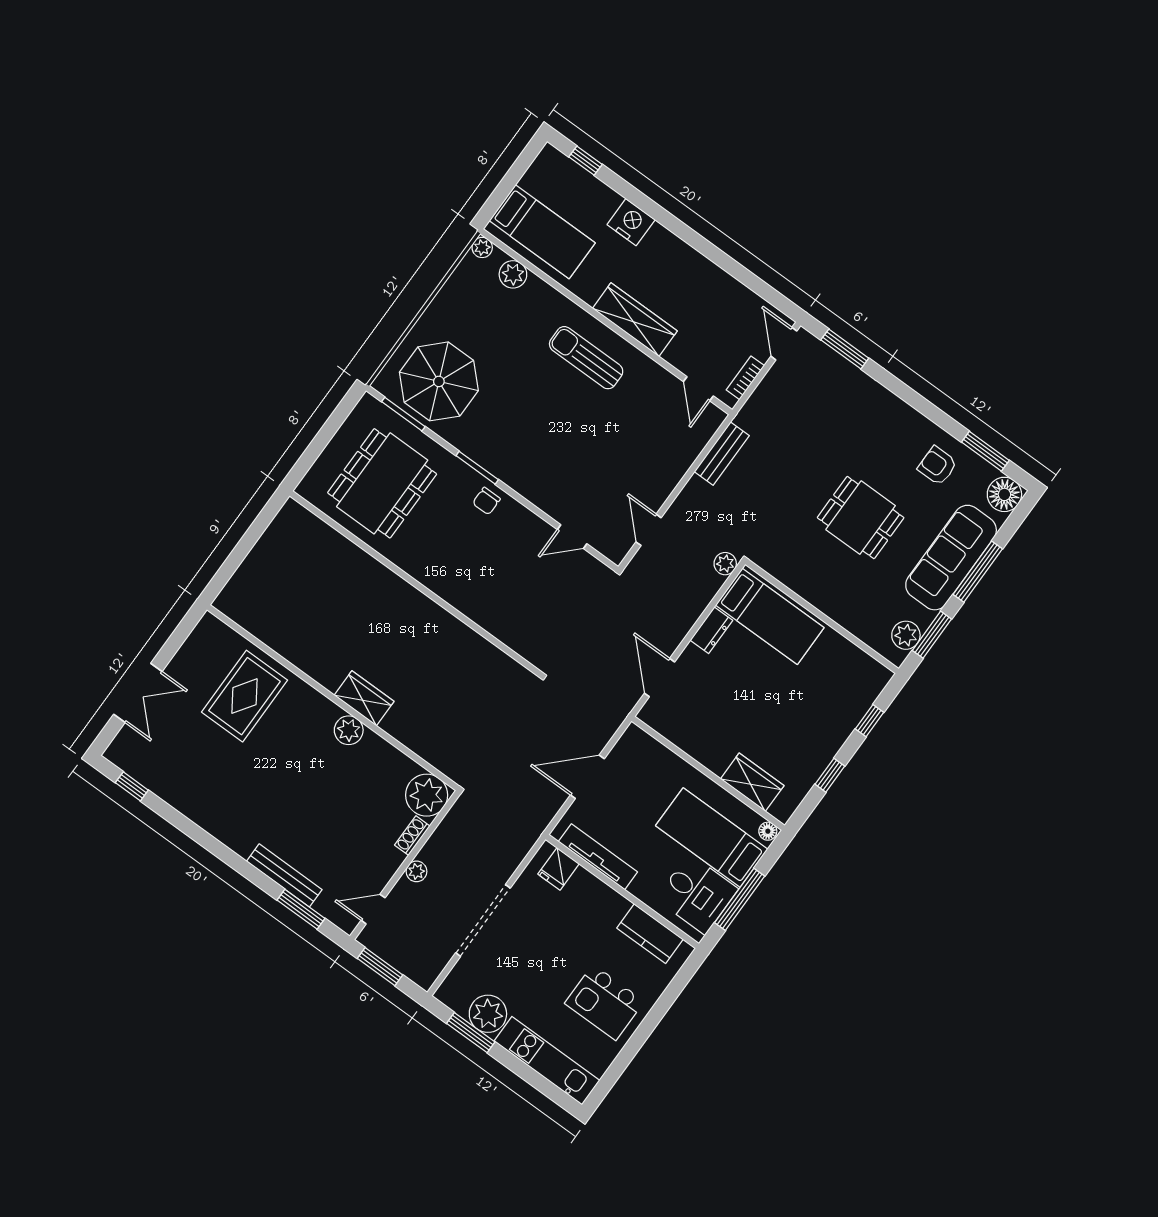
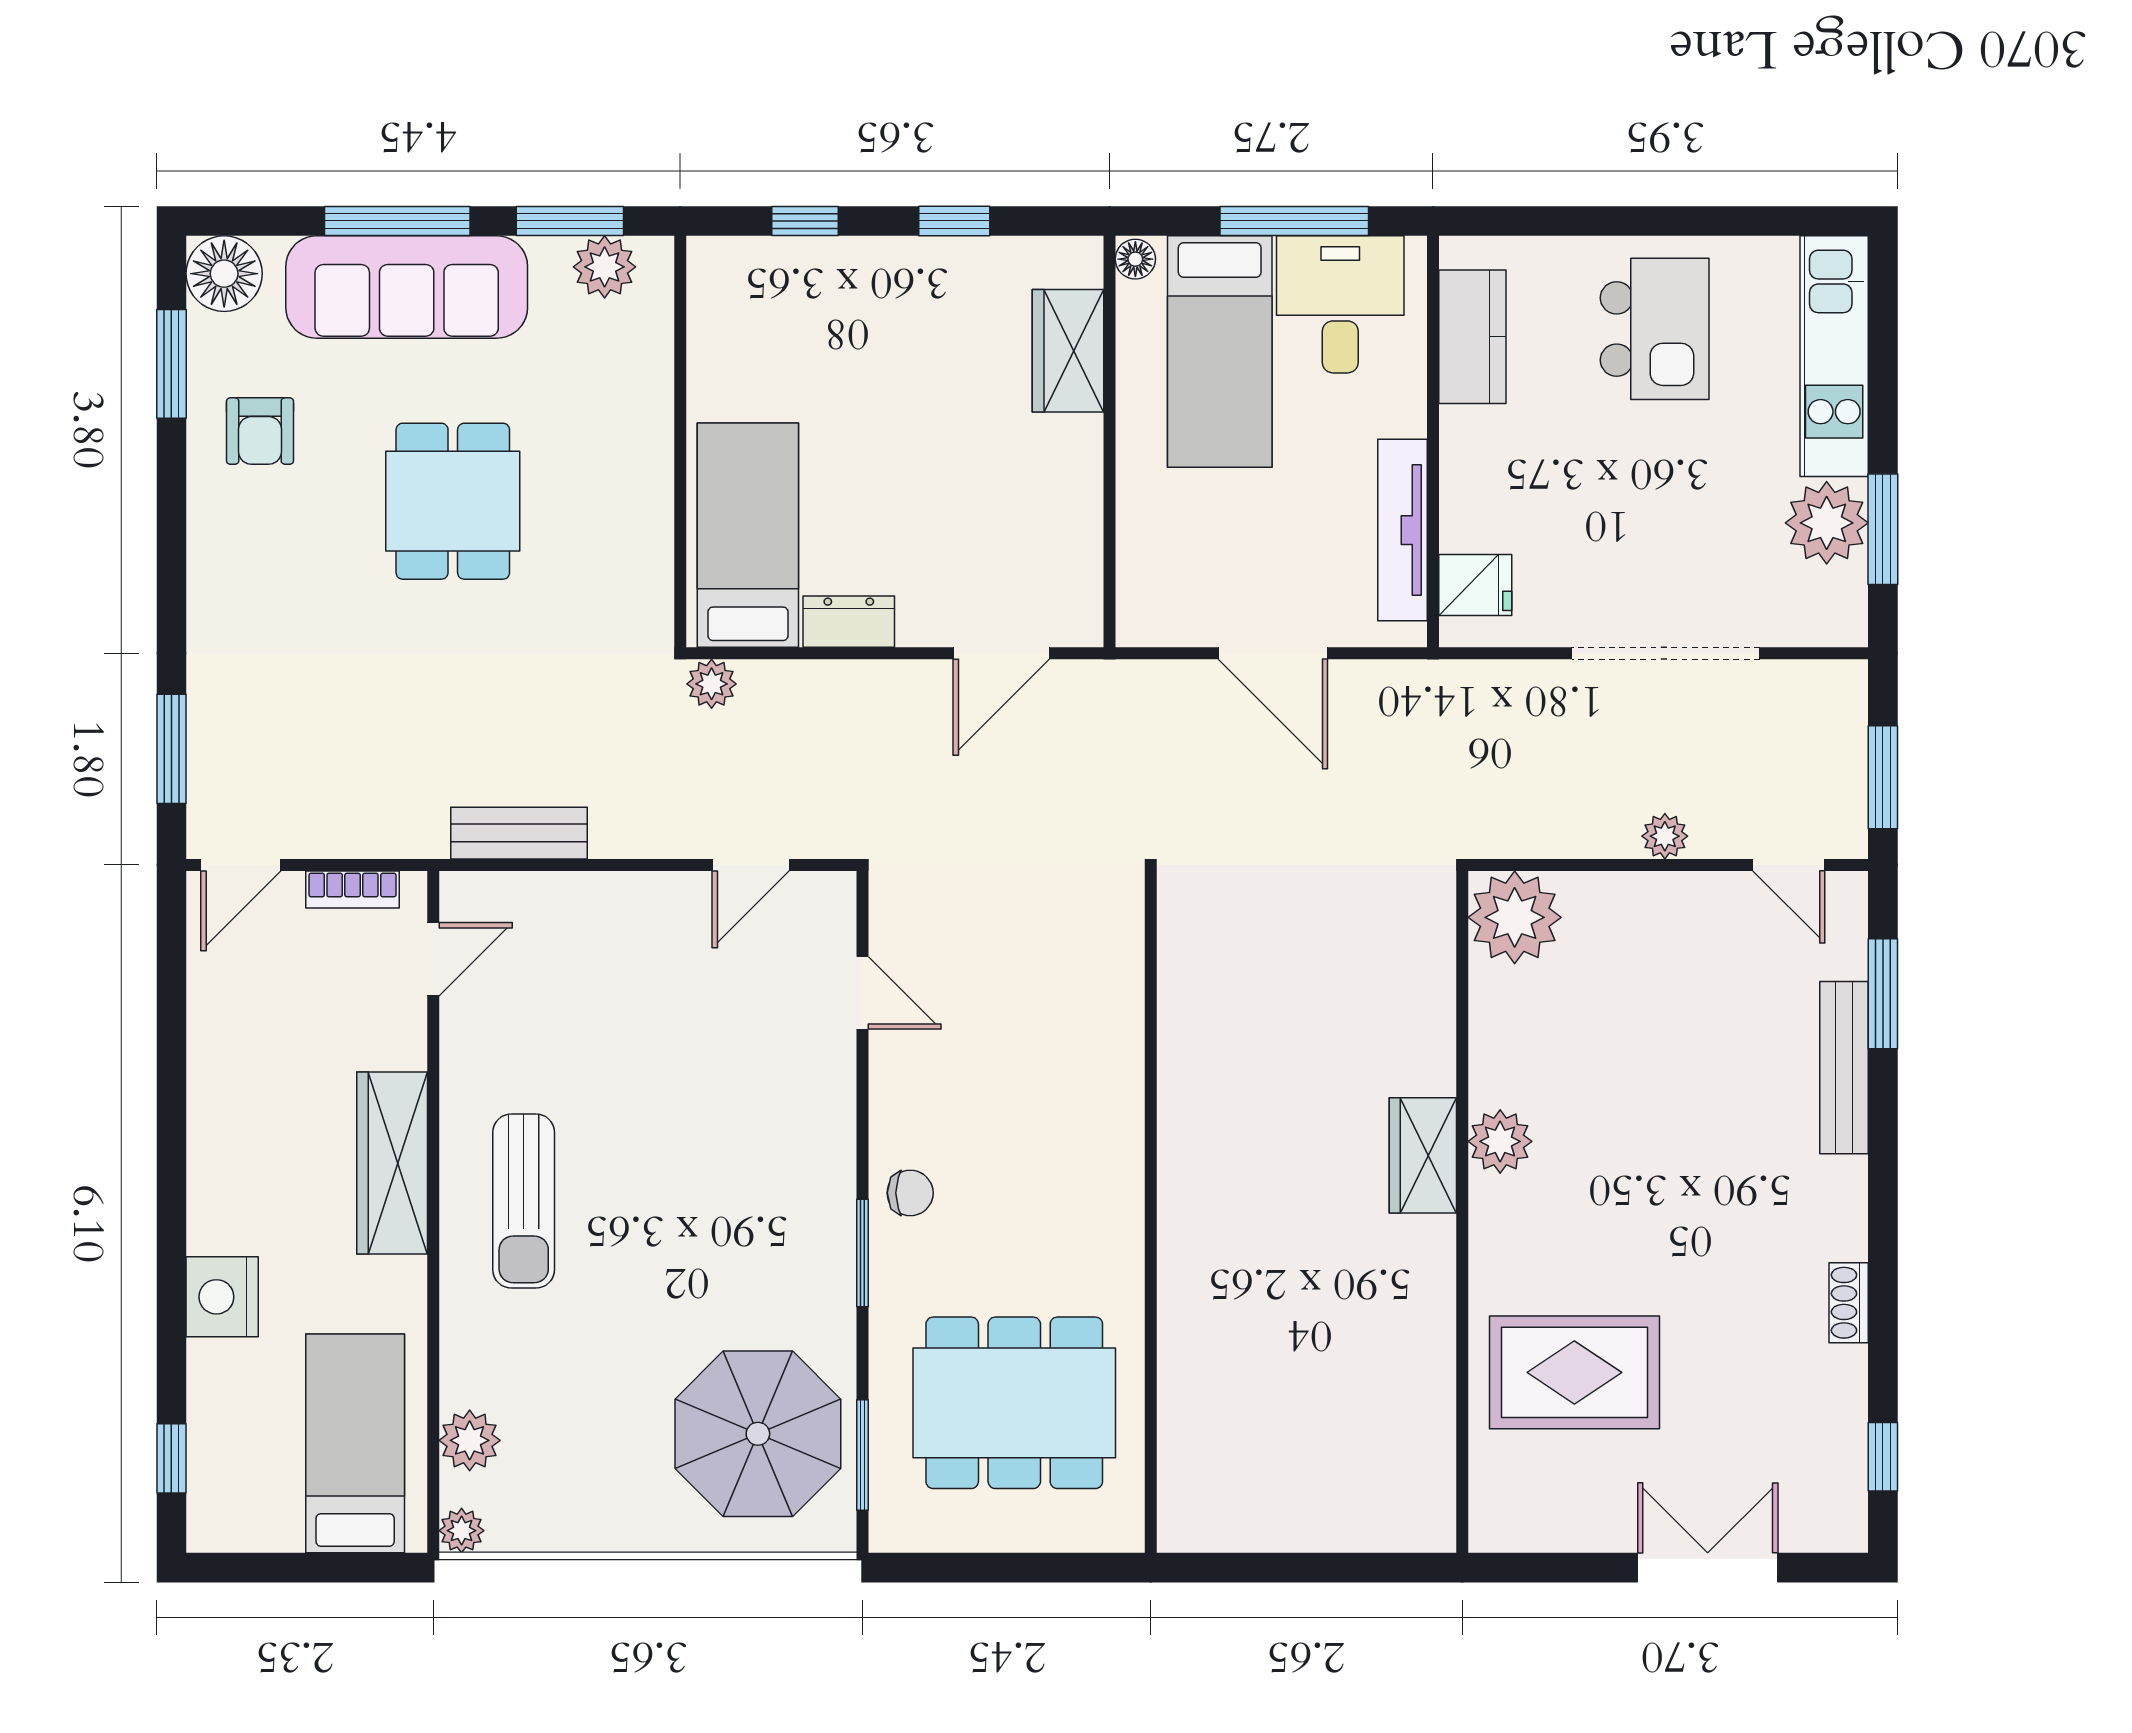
shoe rack: (412, 836) -> (1849, 1303), moved, turned 90

